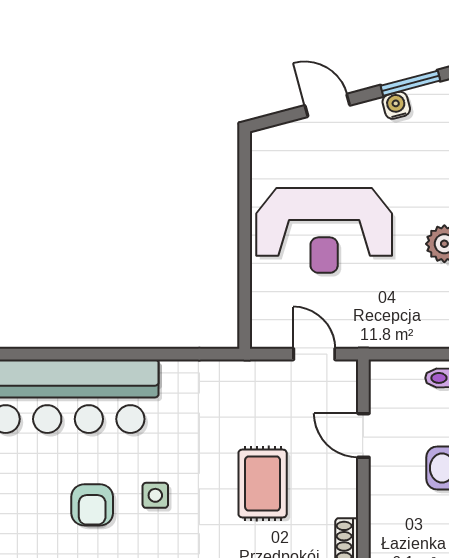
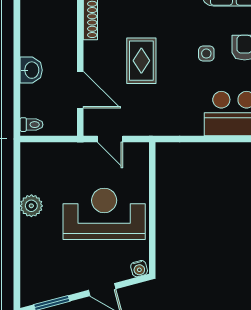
water cooler: (396, 105) -> (139, 269), moved
door: (363, 435) -> (80, 90), width x1.38

